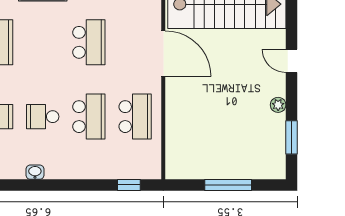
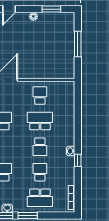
school desk: (135, 117) -> (40, 96), width x0.54
window: (129, 185) -> (78, 160), moved

